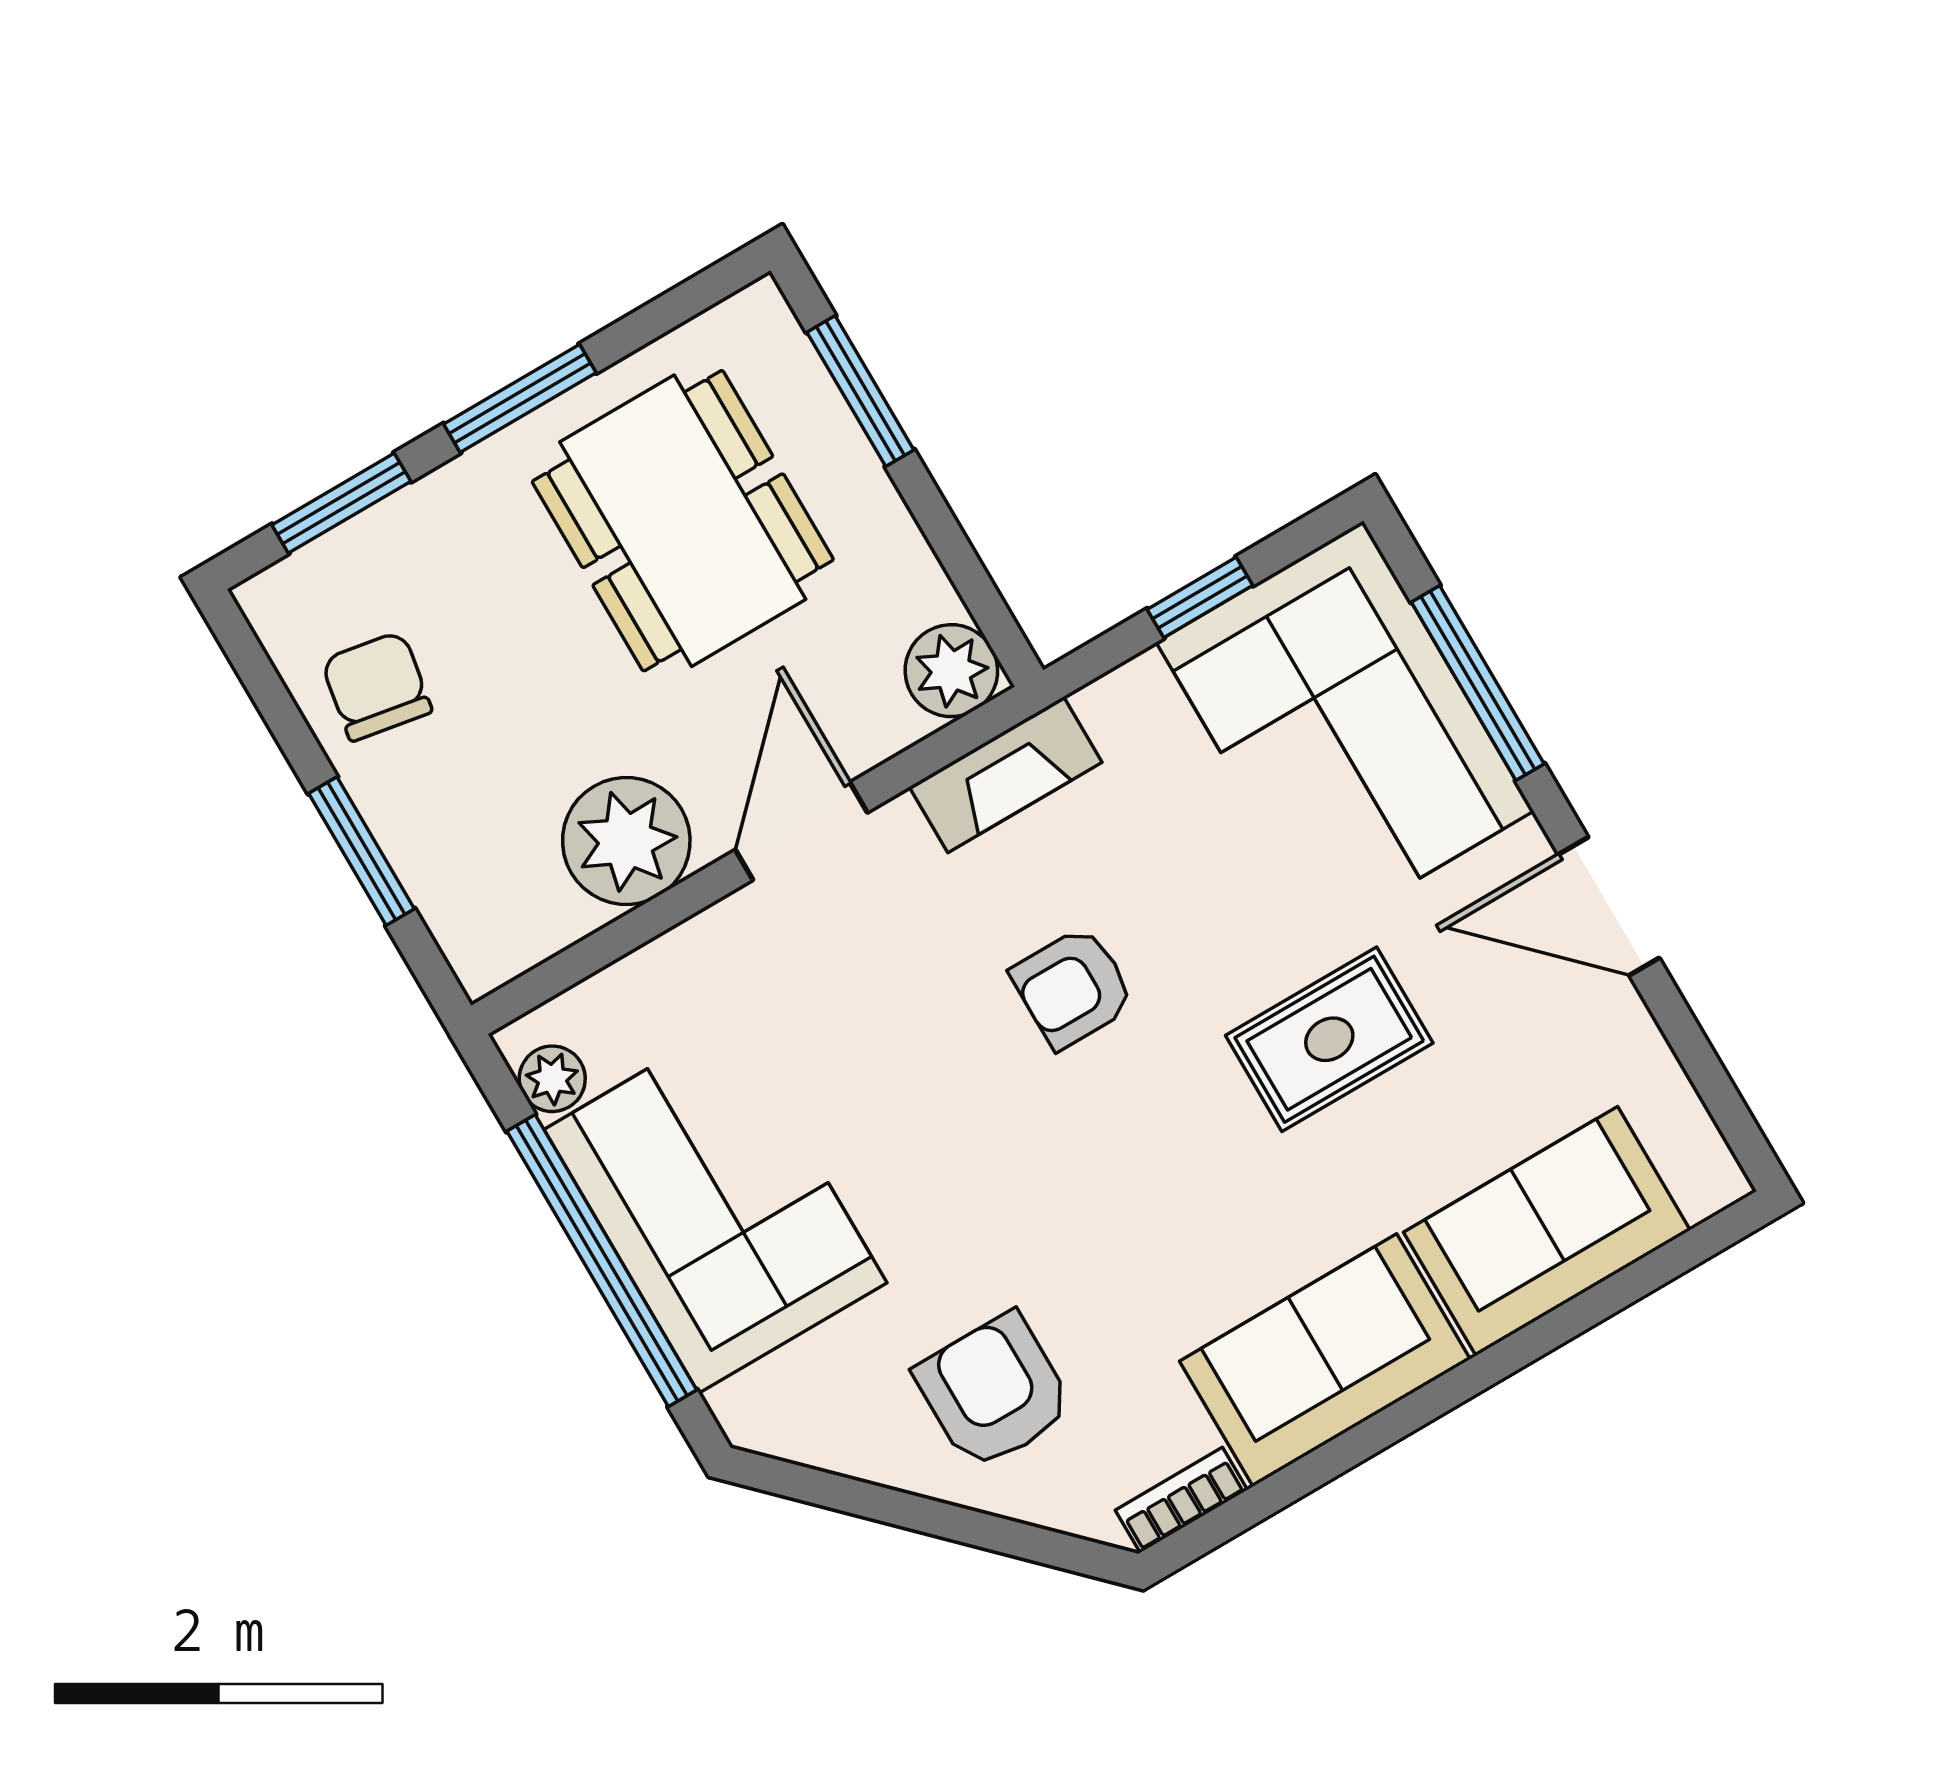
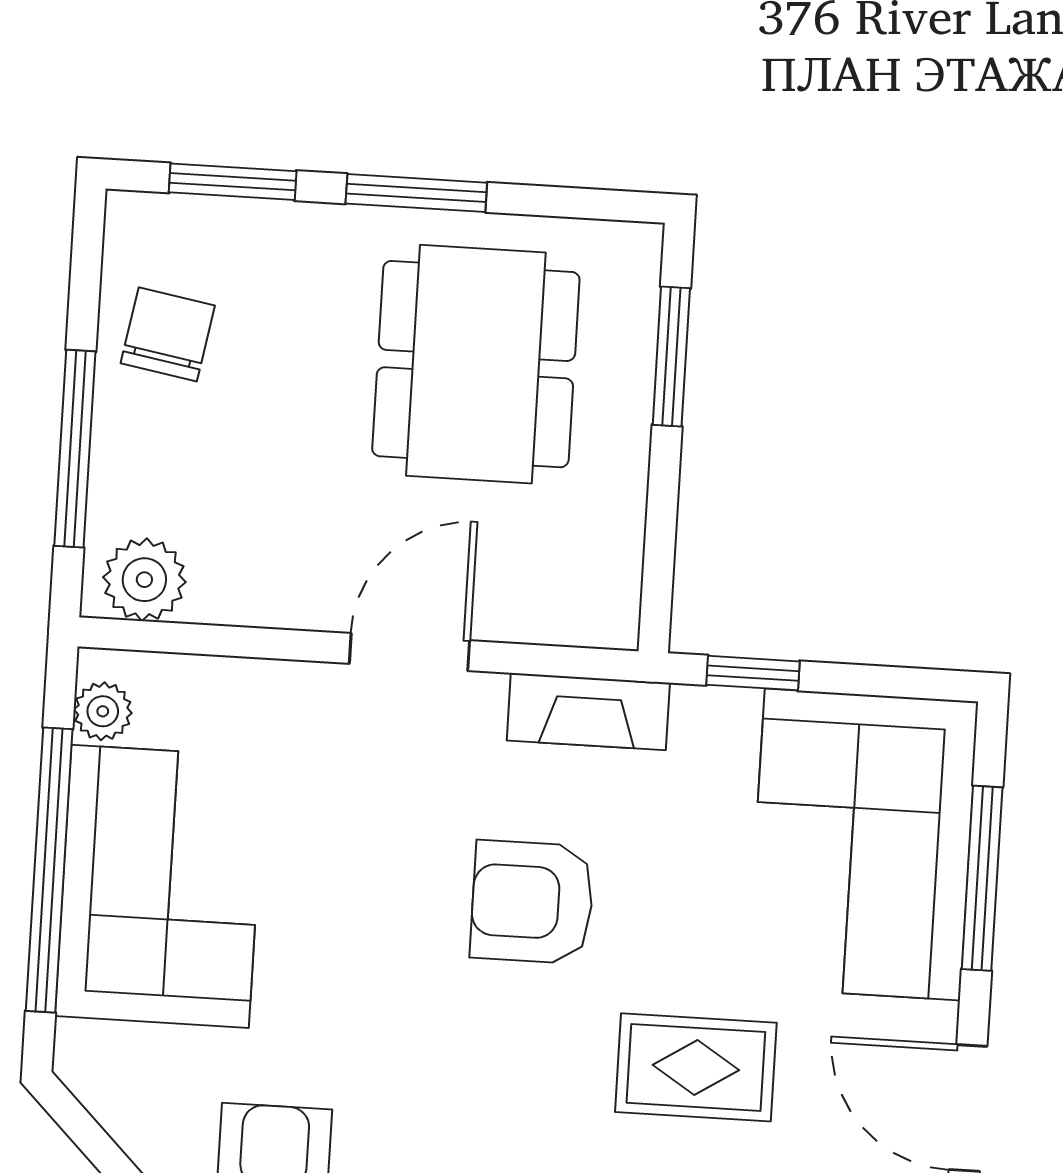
window: (1200, 597) -> (753, 673), moved
plant: (951, 671) -> (600, 608), removed
plant: (626, 841) -> (144, 580), moved, width x0.73, depth x0.73
window: (362, 851) -> (75, 449), width x1.44
armchair: (1073, 988) -> (532, 902), width x1.38, depth x1.38

